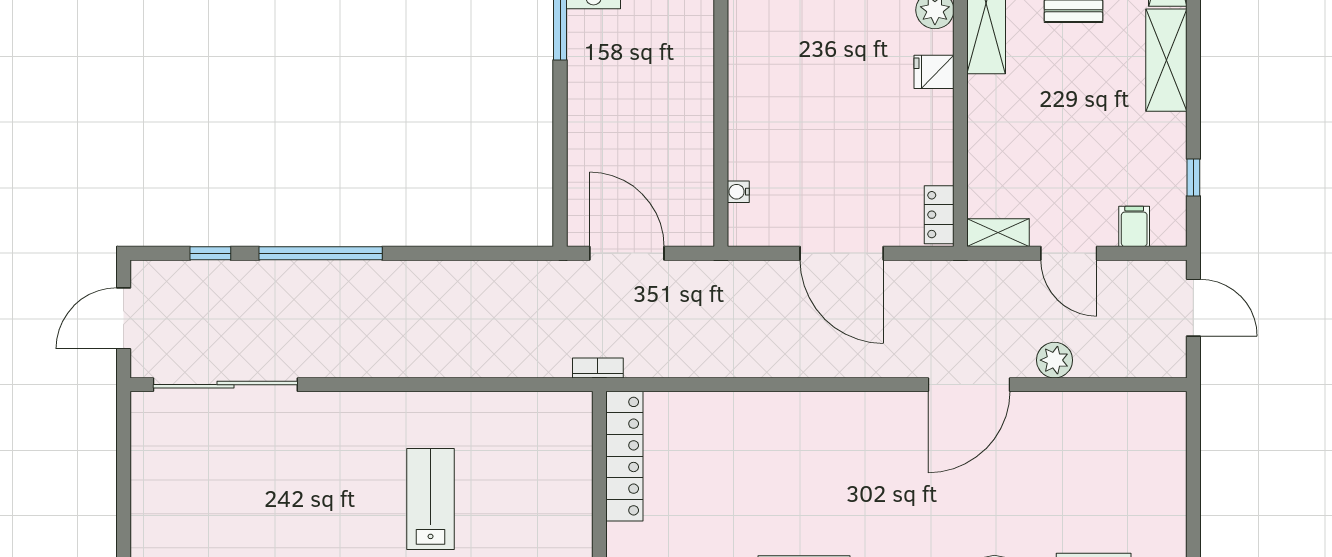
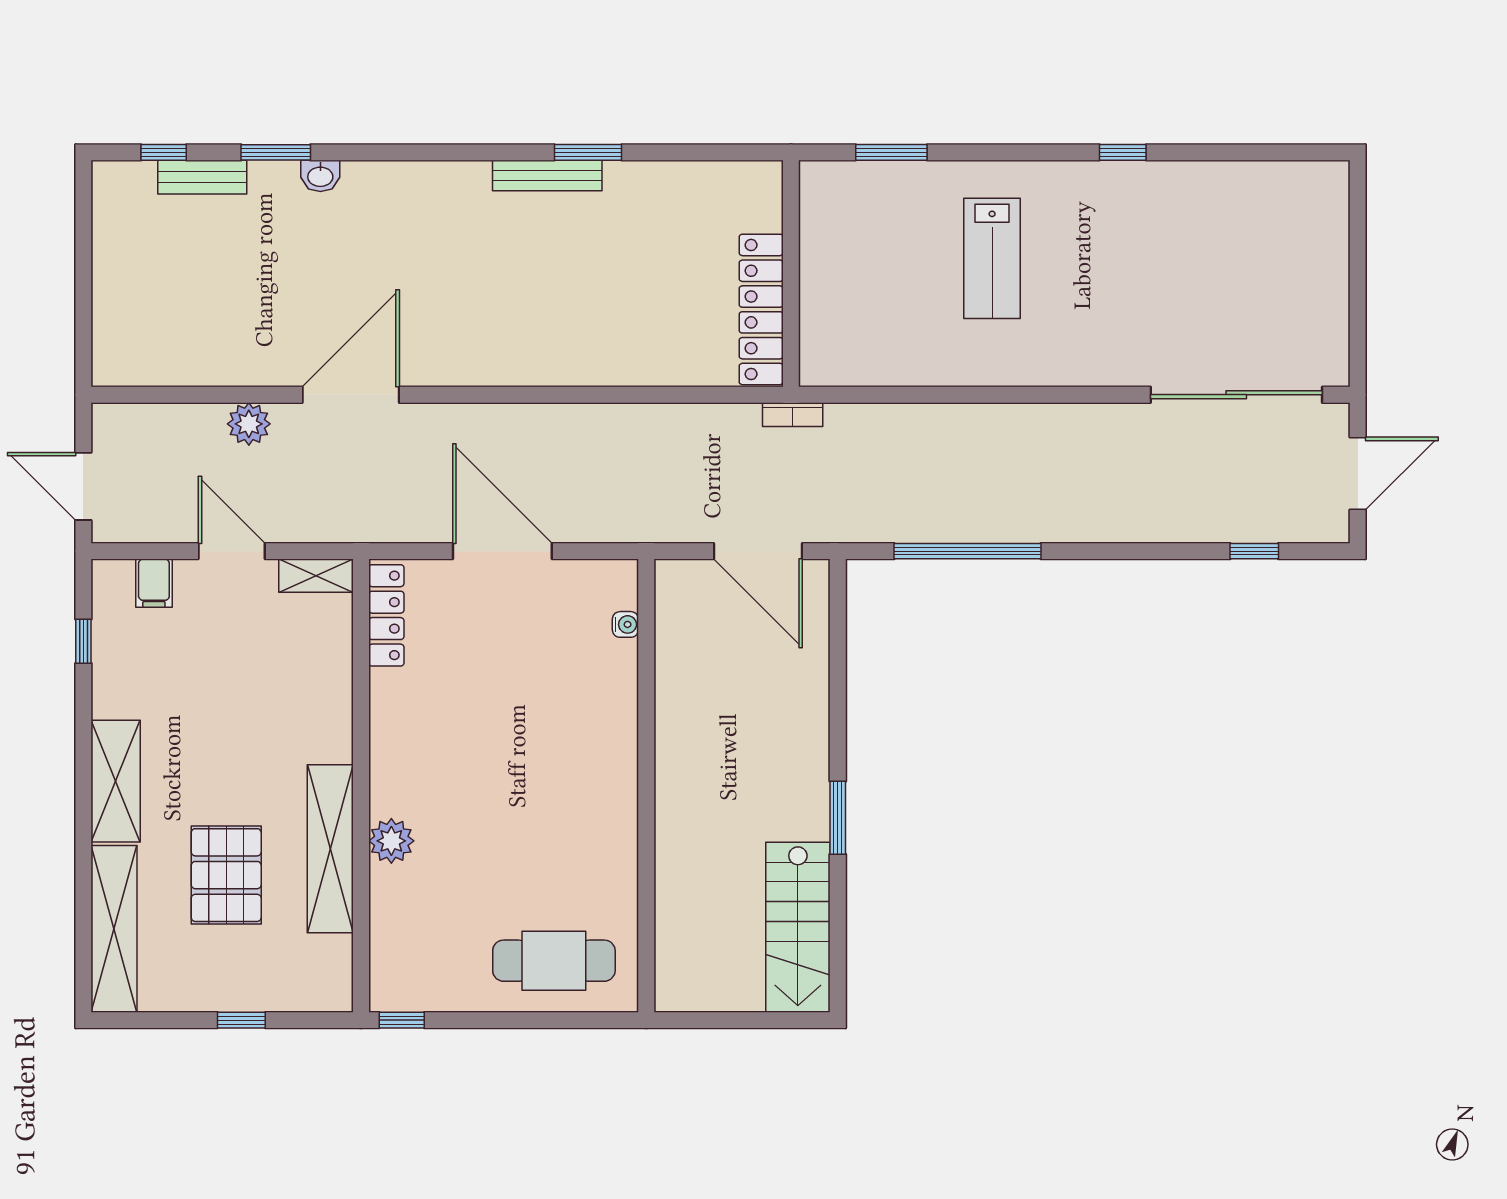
fridge: (934, 72) -> (392, 767), removed
locker: (939, 215) -> (386, 615), width x1.53
window: (321, 253) -> (967, 551), moved

